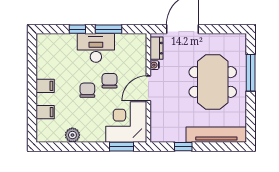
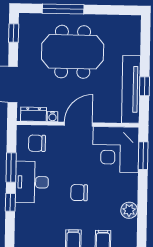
window: (228, 29) -> (14, 33), added
chair: (110, 81) -> (37, 143), moved
door: (148, 88) -> (78, 124), swing flipped
tv unit: (216, 135) -> (131, 89), moved

